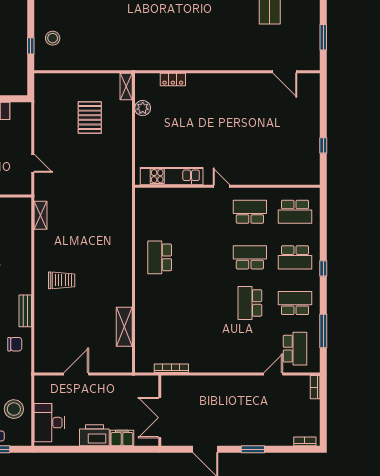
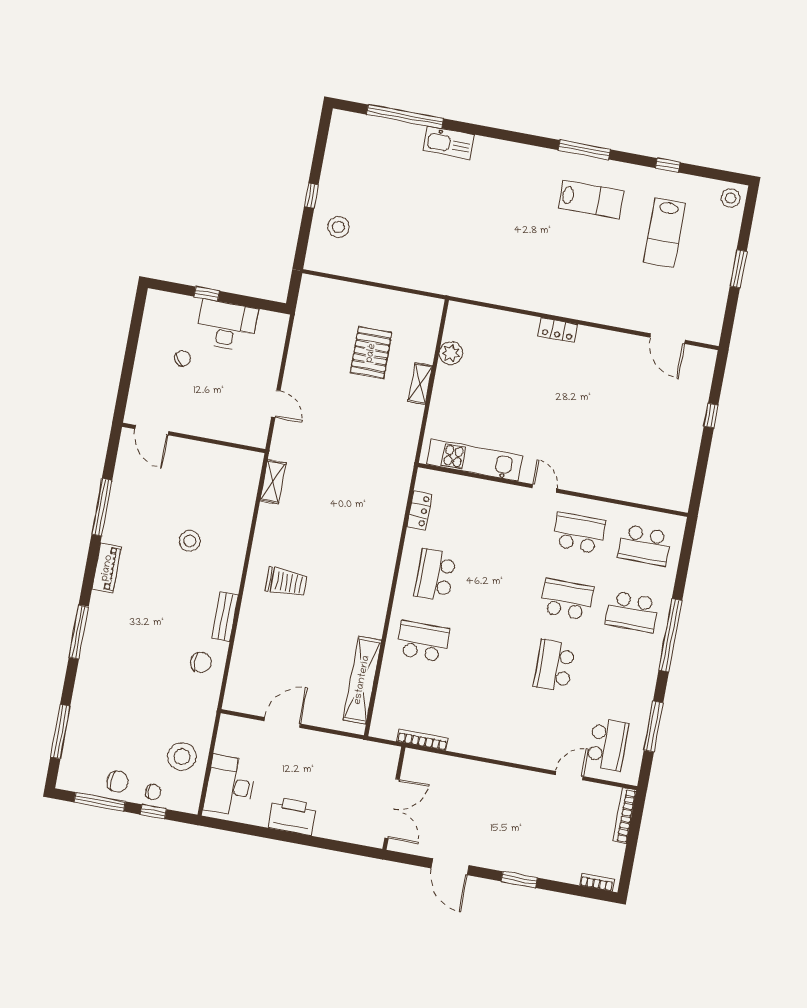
window: (323, 37) -> (738, 269), moved
window: (31, 46) -> (311, 196), moved
locker: (173, 79) -> (558, 330), moved
shelving: (126, 87) -> (420, 384), moved
window: (323, 145) -> (711, 416), moved
locker: (141, 216) -> (419, 510), added
window: (323, 268) -> (670, 635), width x3.17
school desk: (295, 303) -> (423, 642), moved
shelving: (124, 327) -> (362, 680), width x1.47
bookcase: (315, 387) -> (625, 816), width x1.56
double door: (160, 418) -> (392, 808), swing flipped
filing cabinet: (122, 438) -> (332, 828), removed

